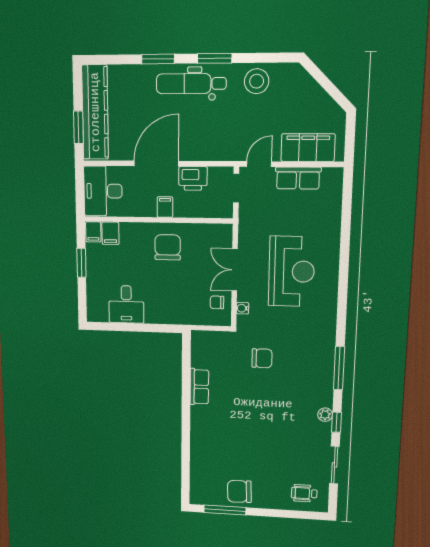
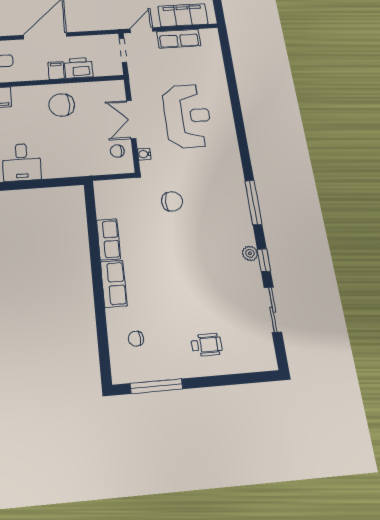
printer: (193, 178) -> (79, 68), moved, turned 180
chair: (168, 247) -> (62, 105), turned -90
row of seats: (200, 426) -> (114, 284), added
chair: (239, 491) -> (136, 339), moved, width x0.54, depth x0.54
wheelchair: (304, 493) -> (207, 345), moved, turned 180

